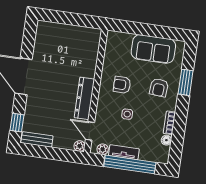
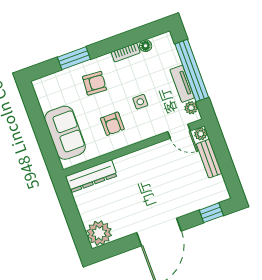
plant: (46, 32) -> (99, 233), added
sofa: (153, 49) -> (65, 133), moved
dresser: (84, 98) -> (91, 176), moved
door: (90, 131) -> (179, 131), hinge flipped
bench: (37, 139) -> (209, 159), moved

